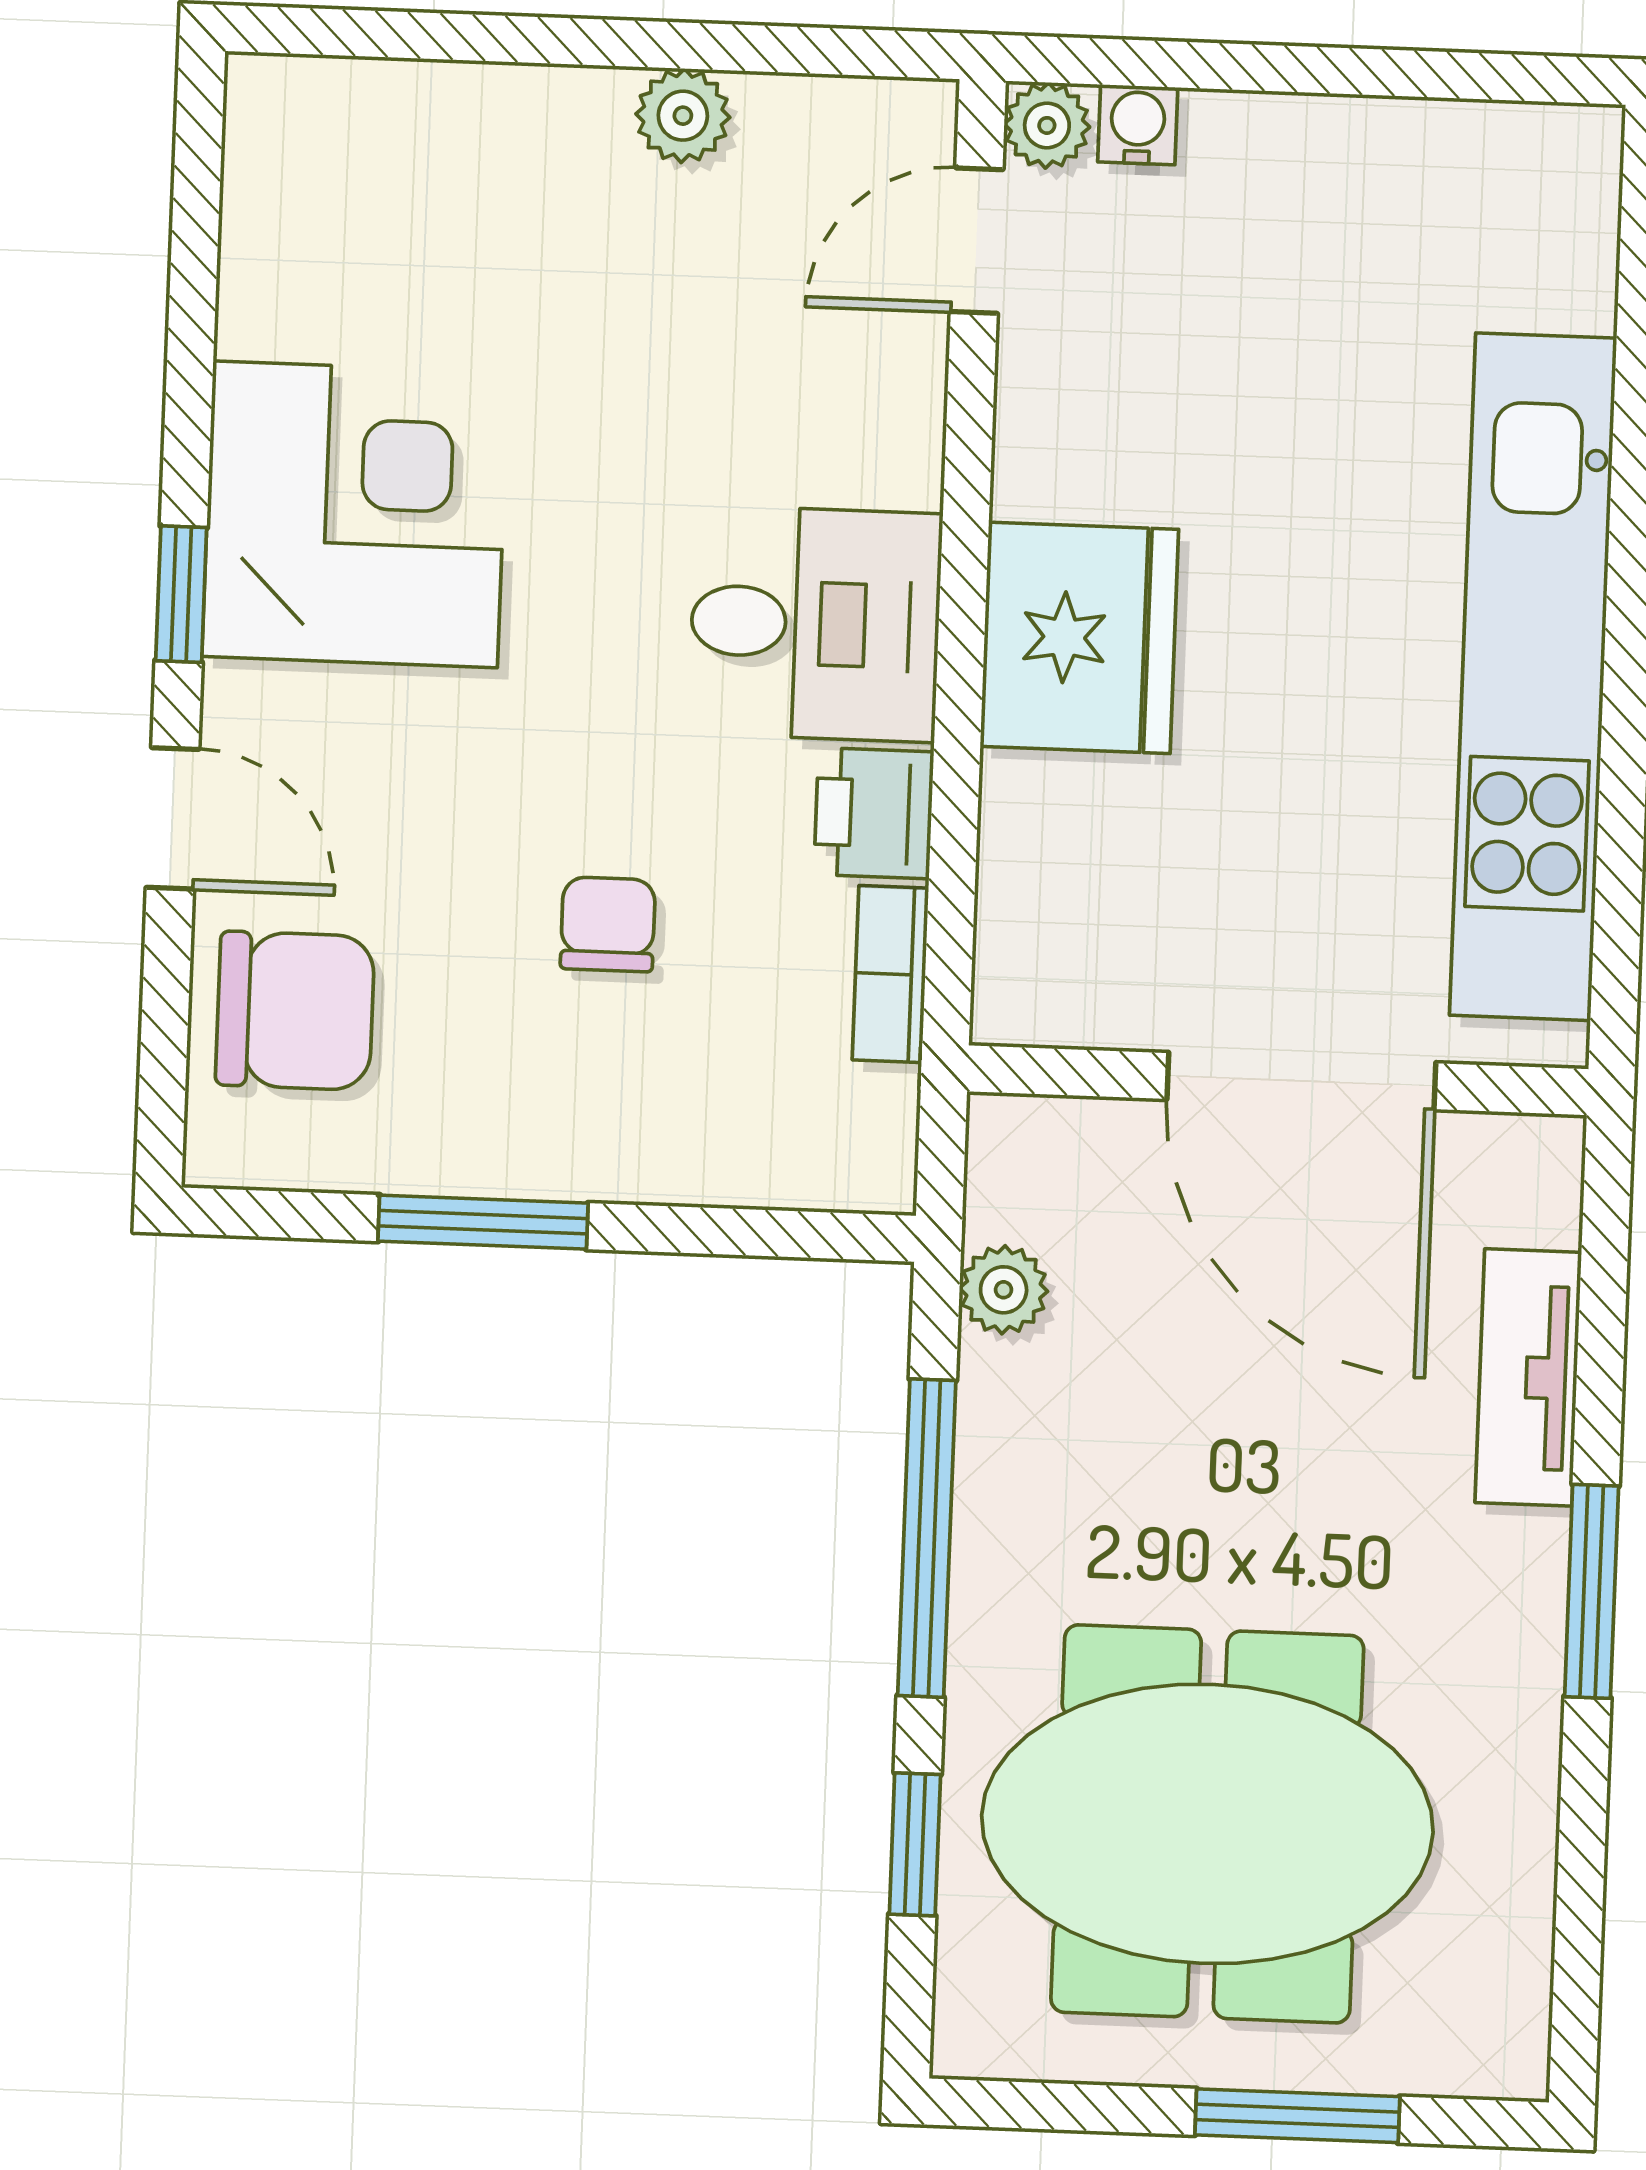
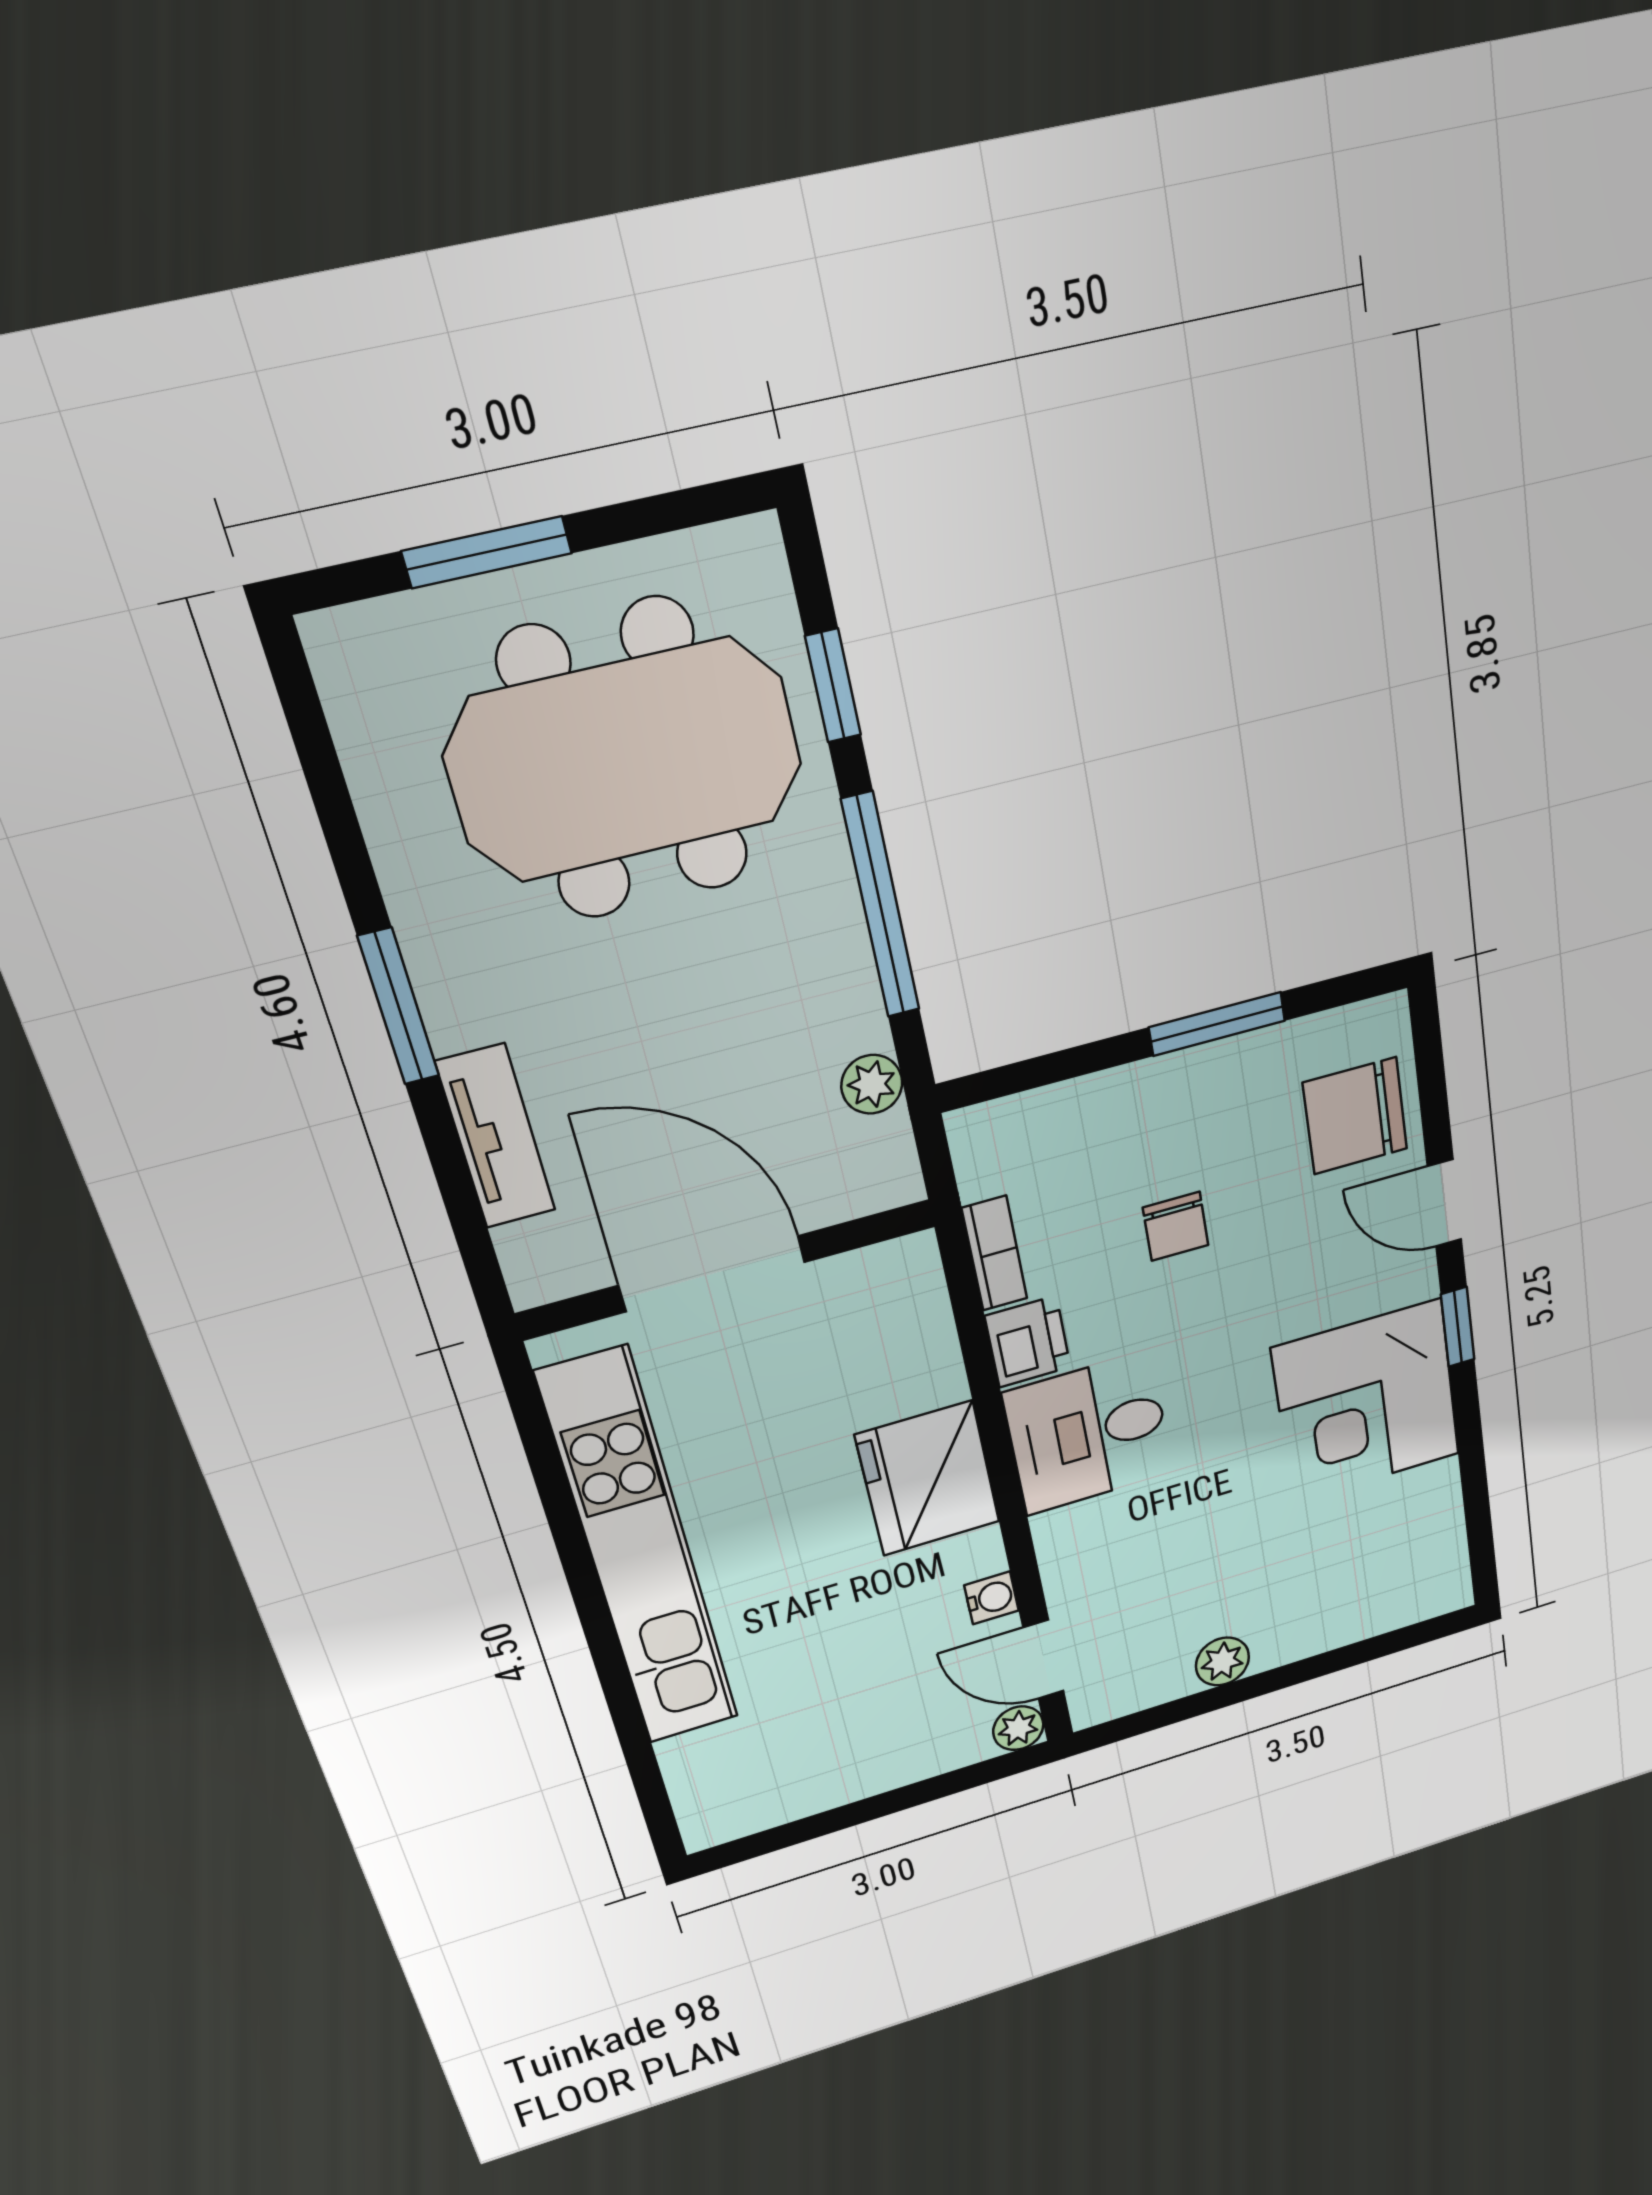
water cooler: (1138, 125) -> (992, 1598), moved, turned -90
door: (977, 241) -> (1043, 1659), swing flipped

